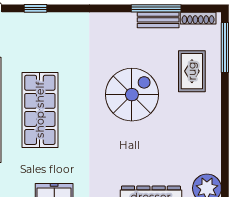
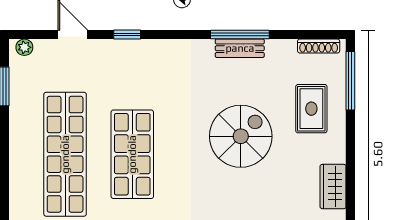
window: (156, 8) -> (240, 34), moved
bench: (158, 20) -> (240, 48), moved
wardrobe: (210, 137) -> (333, 187), added

